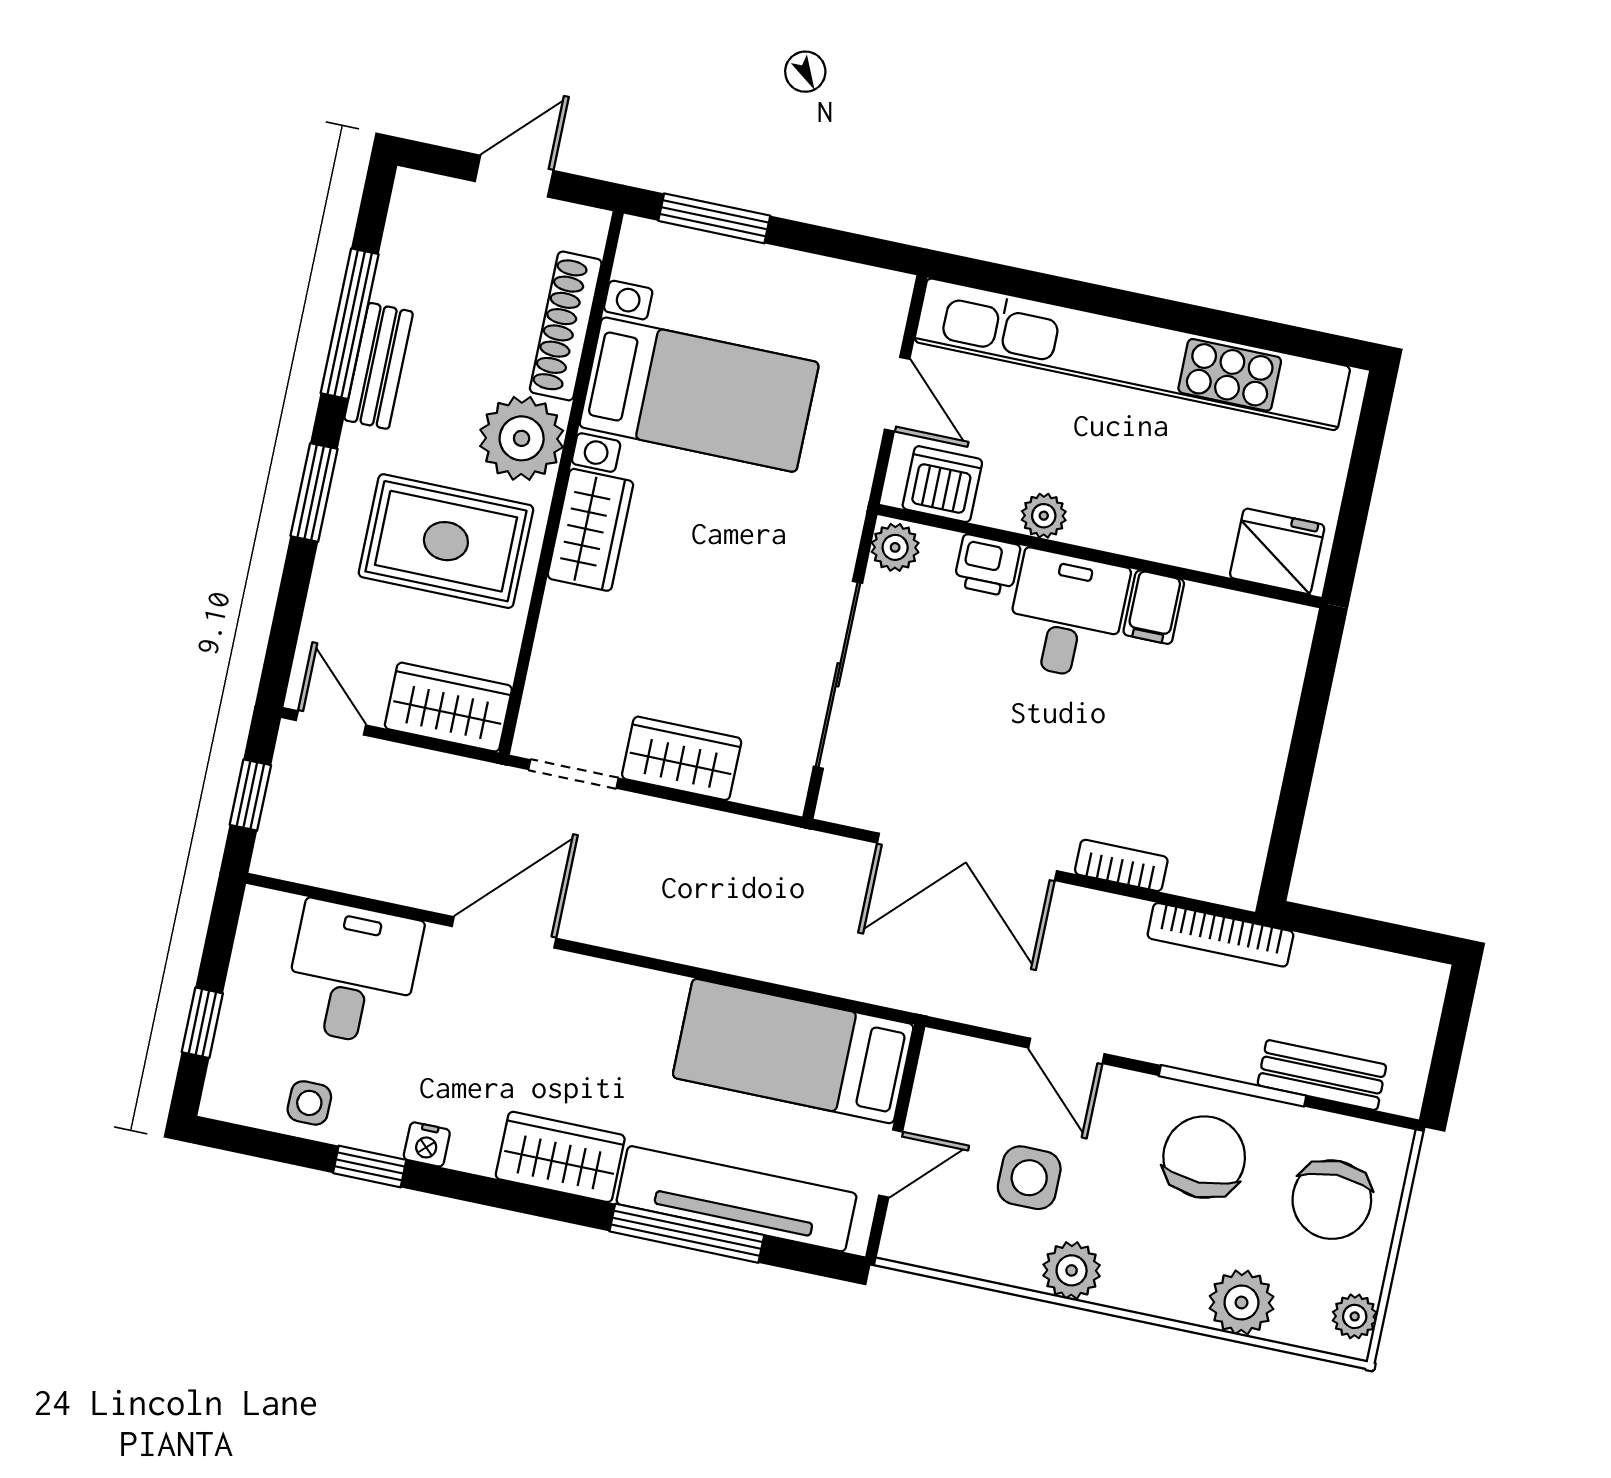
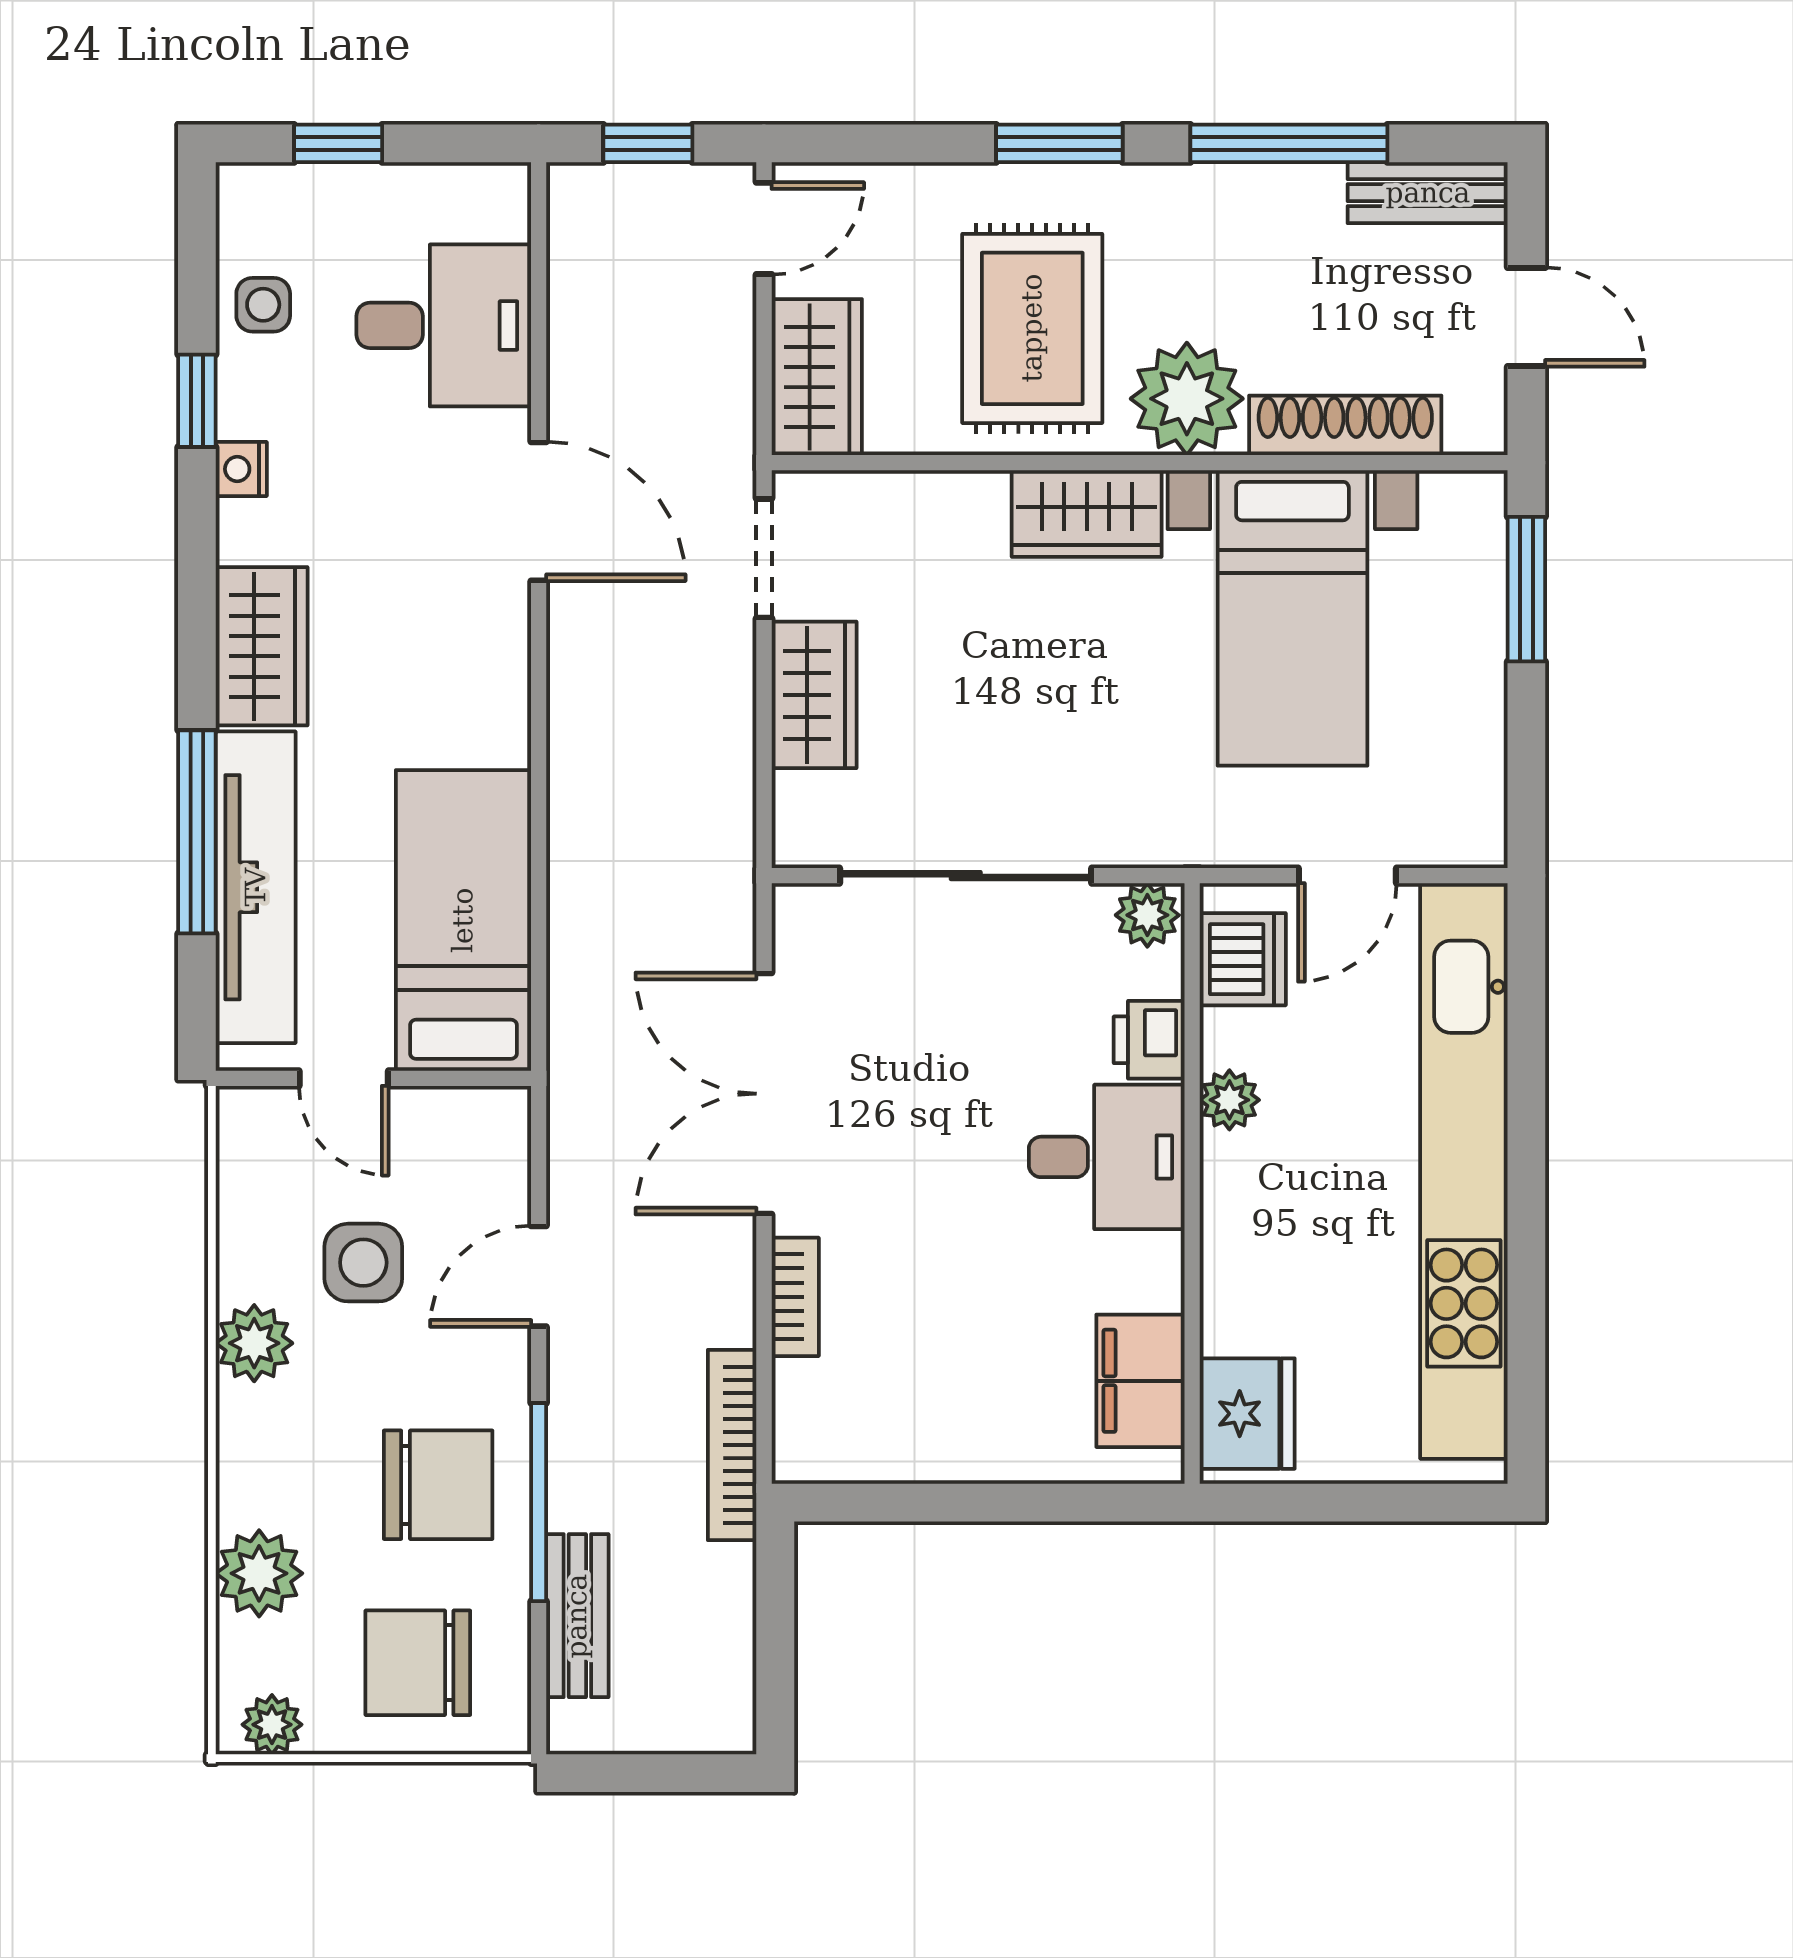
bench: (379, 366) -> (1428, 193), moved
filing cabinet: (1154, 607) -> (1140, 1381), moved, width x2.00

